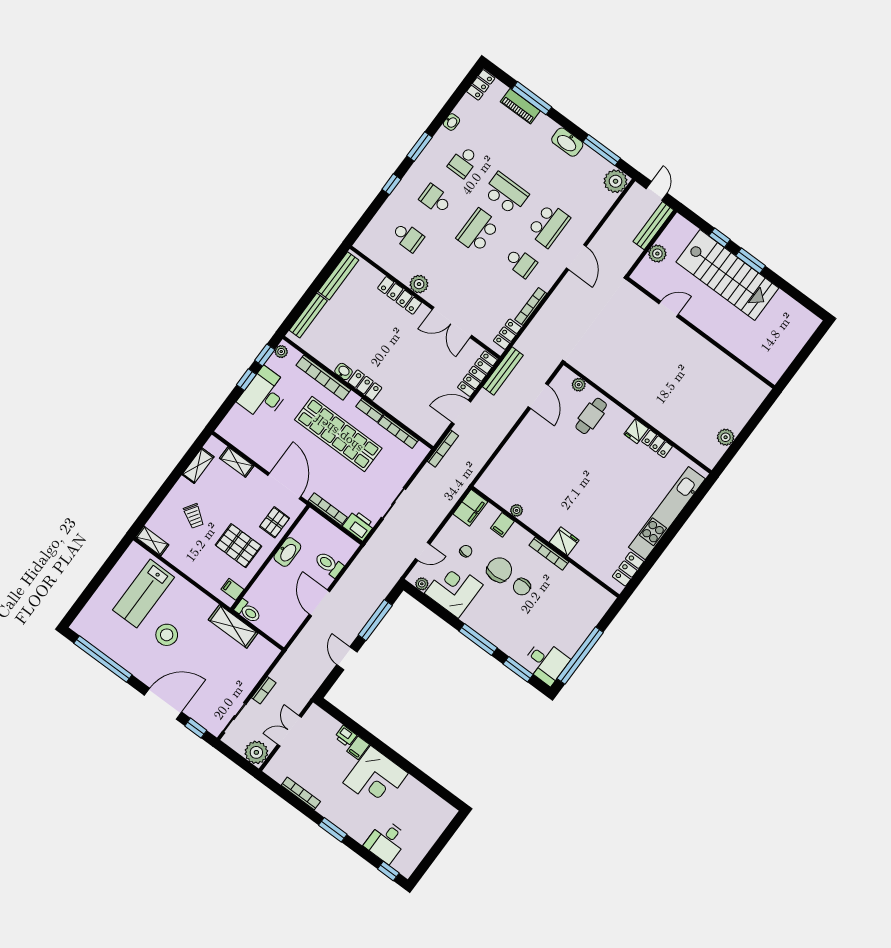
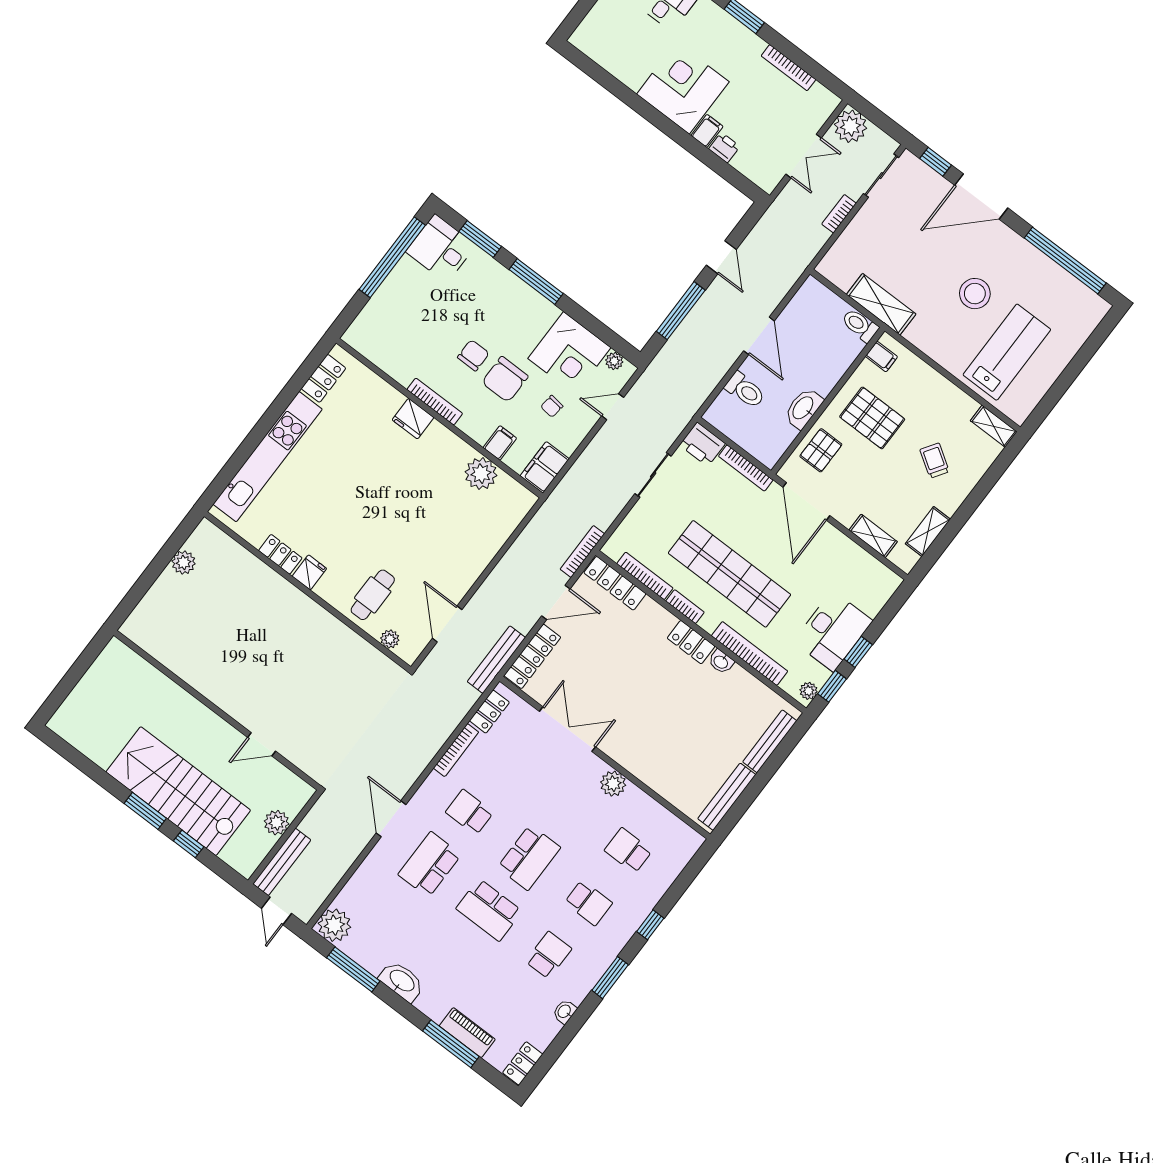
locker: (400, 295) -> (615, 583), moved, turned 180
plant: (517, 510) -> (481, 474), width x1.88, depth x1.88

